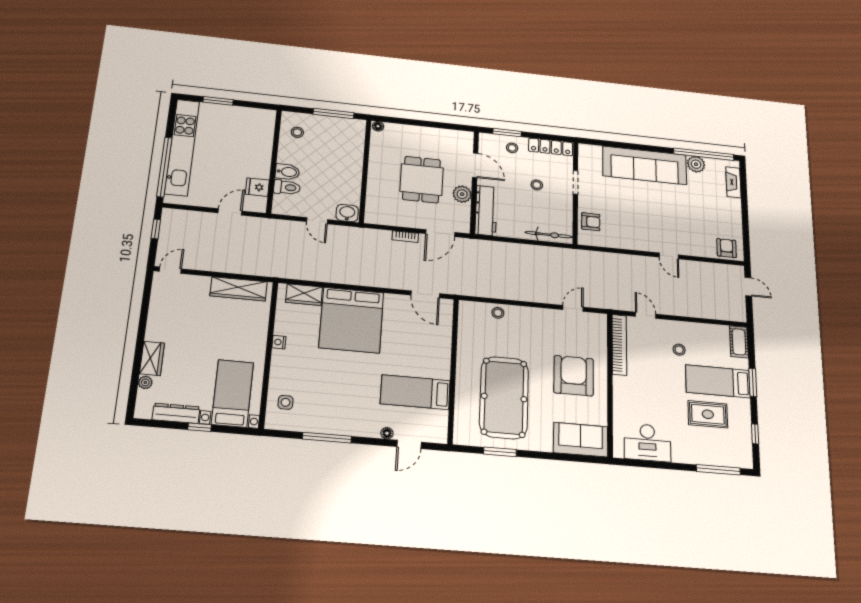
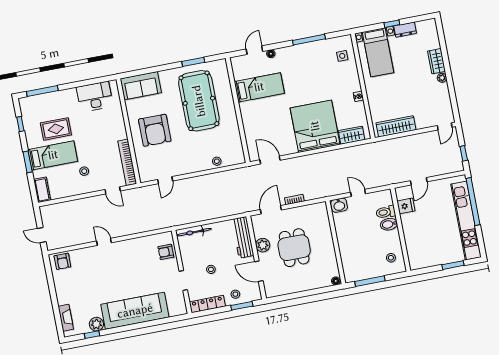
window: (704, 154) -> (92, 335), width x0.32
plant: (145, 382) -> (442, 78), moved
dresser: (176, 413) -> (405, 30), width x0.70

